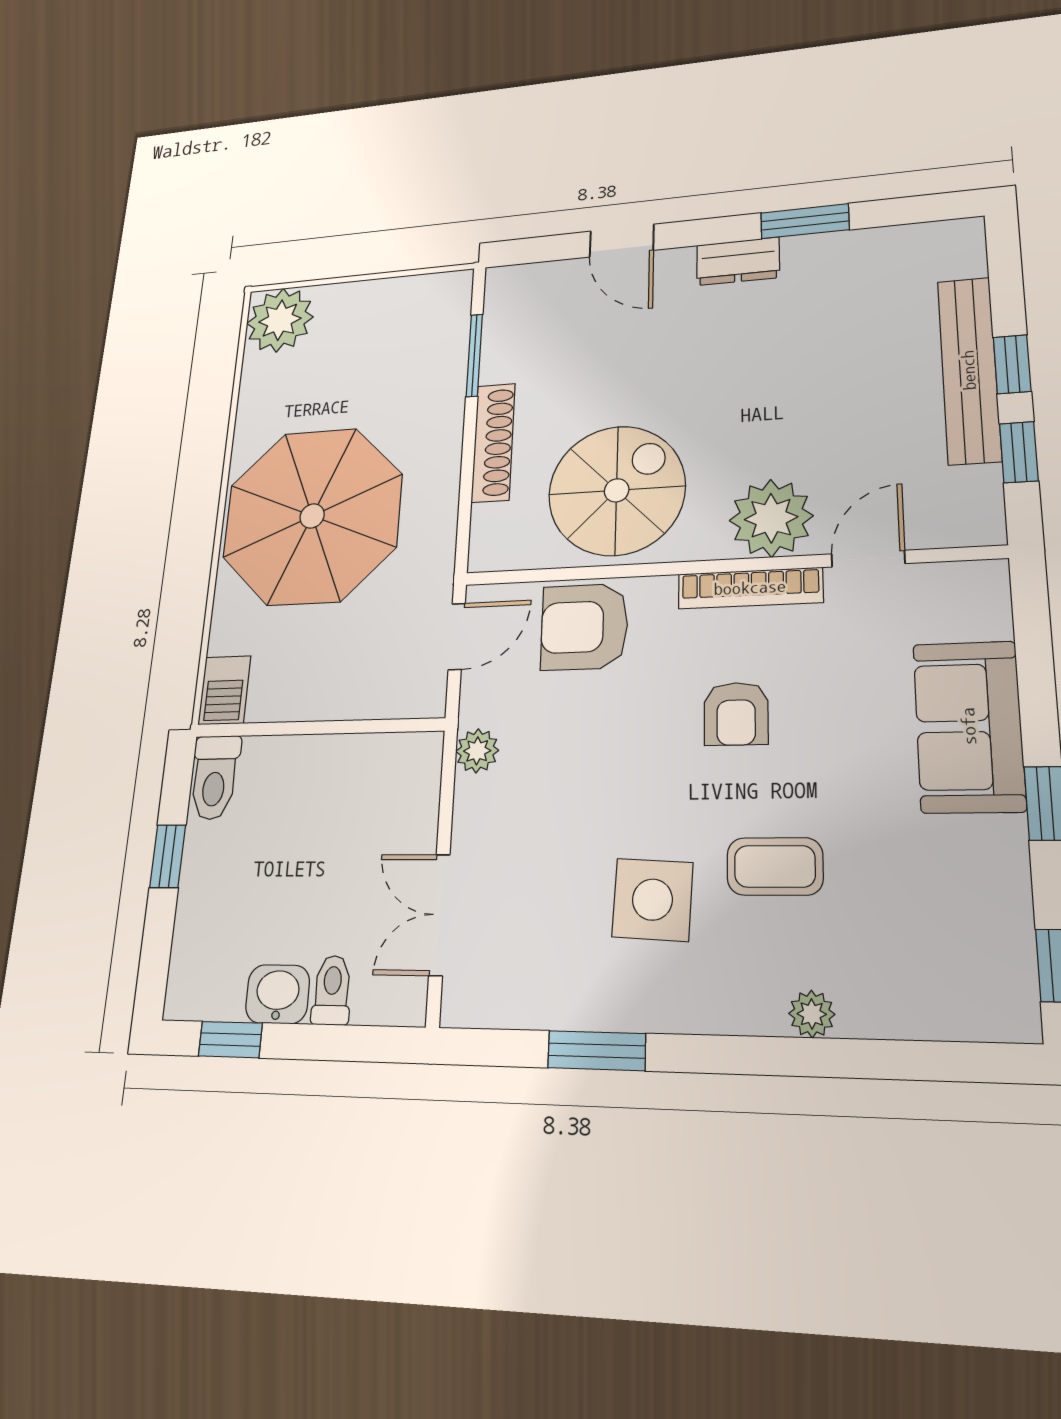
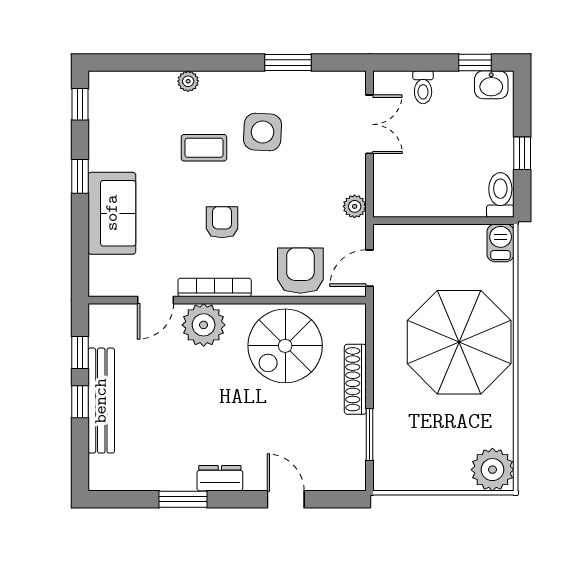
armchair: (584, 627) -> (300, 271), turned -90
washbasin: (278, 994) -> (491, 85), moved

